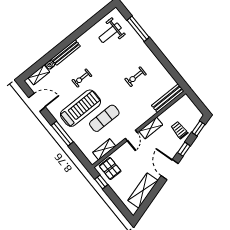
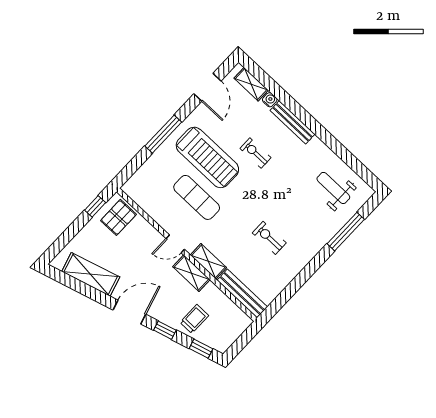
shelving: (104, 149) -> (208, 261), moved

